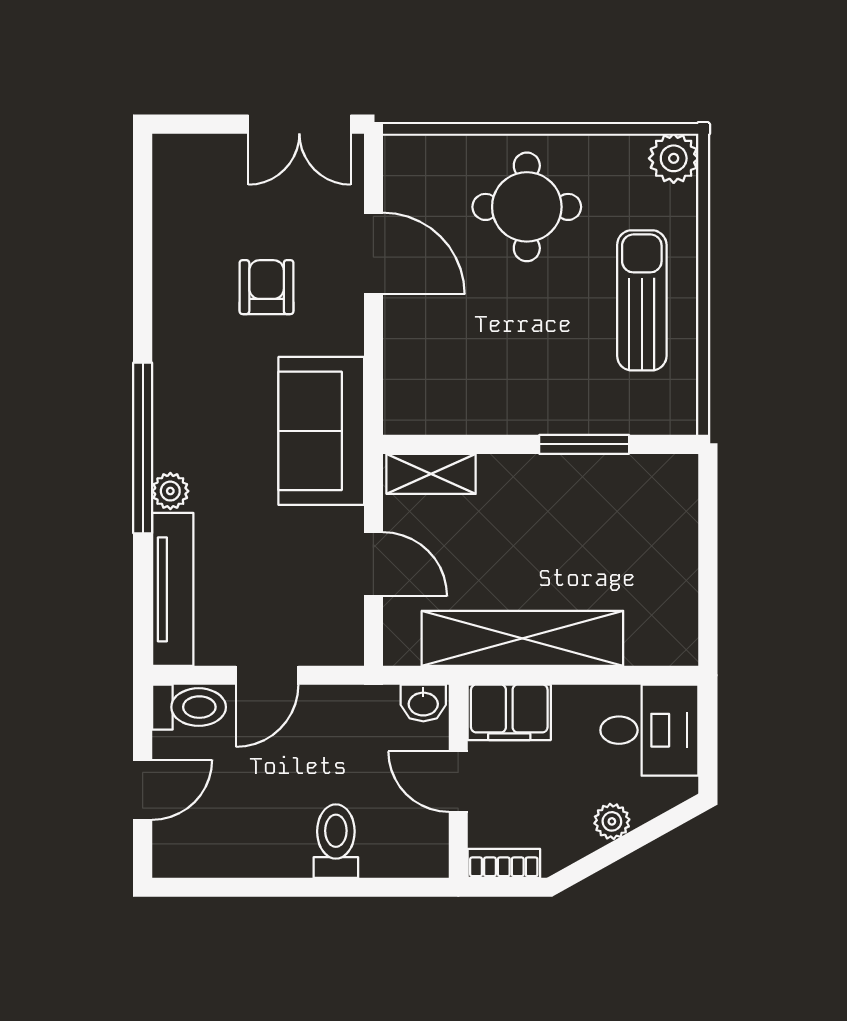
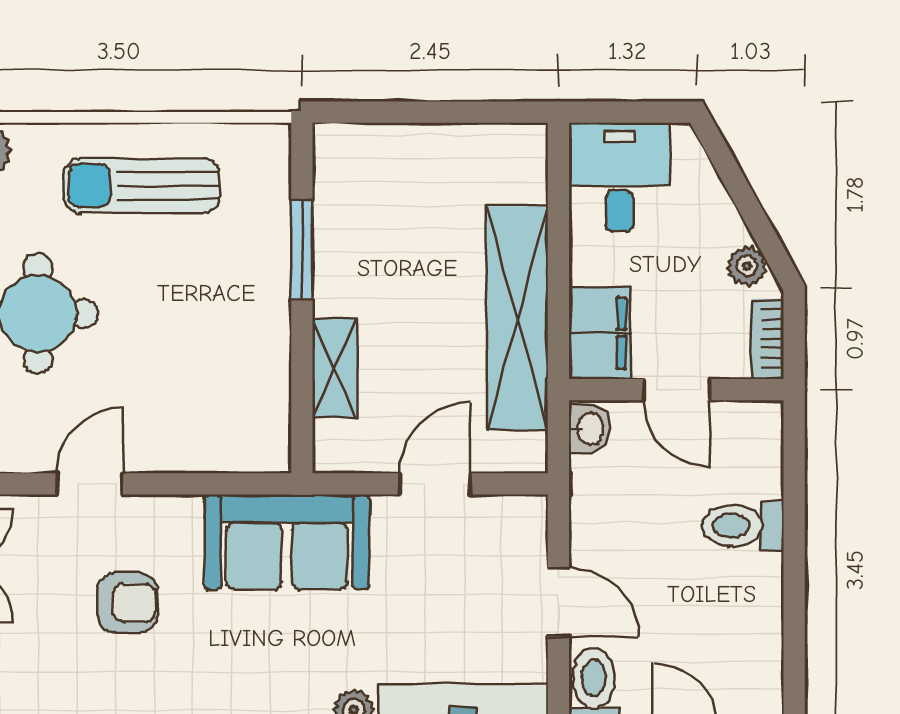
door: (373, 254) -> (90, 484), width x0.73
armchair: (267, 287) -> (127, 603), turned 180
shelving: (431, 474) -> (335, 368), moved
door: (458, 782) -> (677, 390), hinge flipped
plant: (612, 821) -> (747, 266), moved

